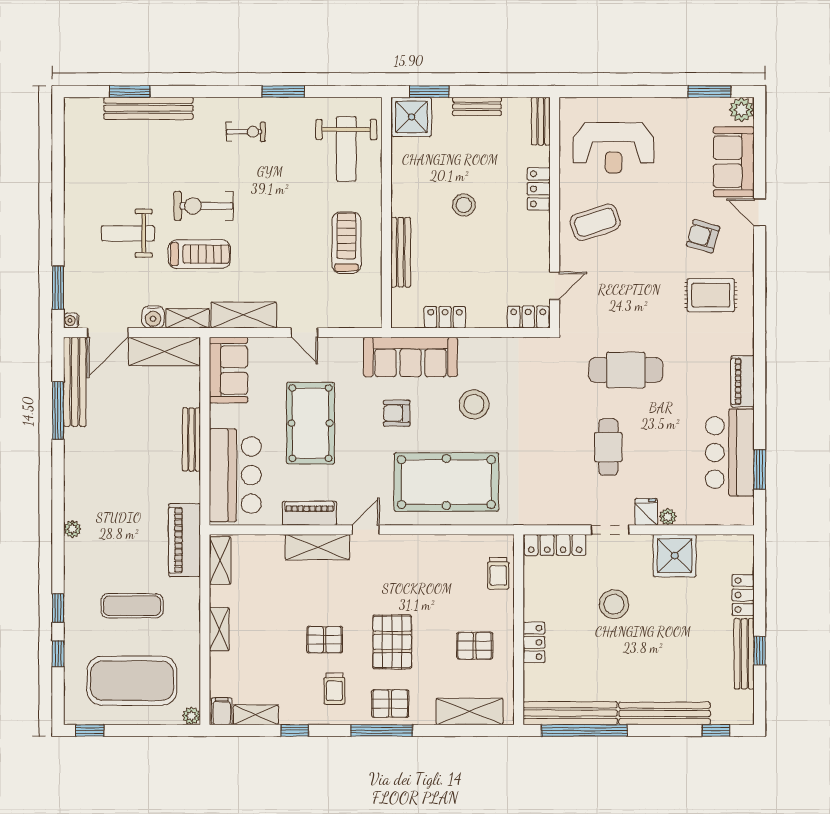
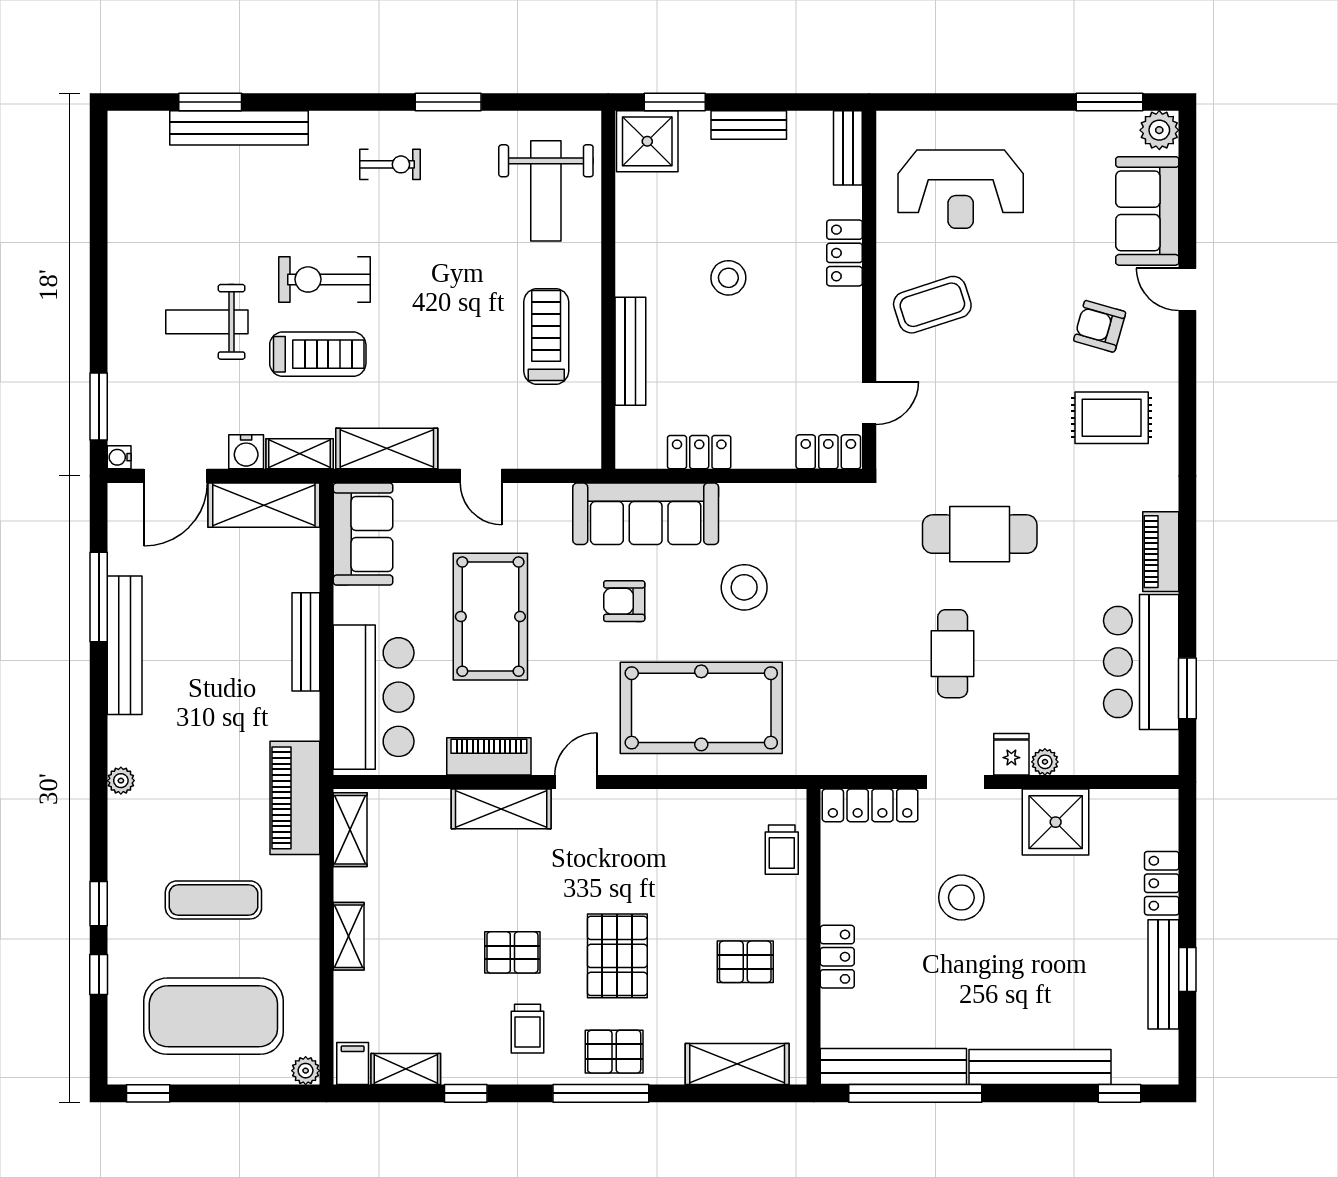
bench: (75, 382) -> (125, 645), moved

